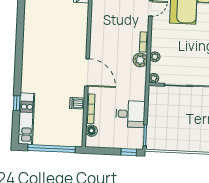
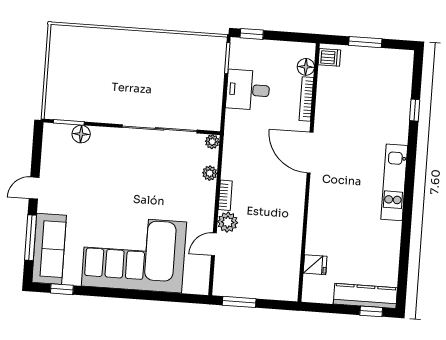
plant: (140, 60) -> (228, 222), moved
dishwasher: (77, 103) -> (329, 57), moved
kitchen unit: (26, 119) -> (394, 182), moved
window: (51, 149) -> (365, 42), width x0.47

